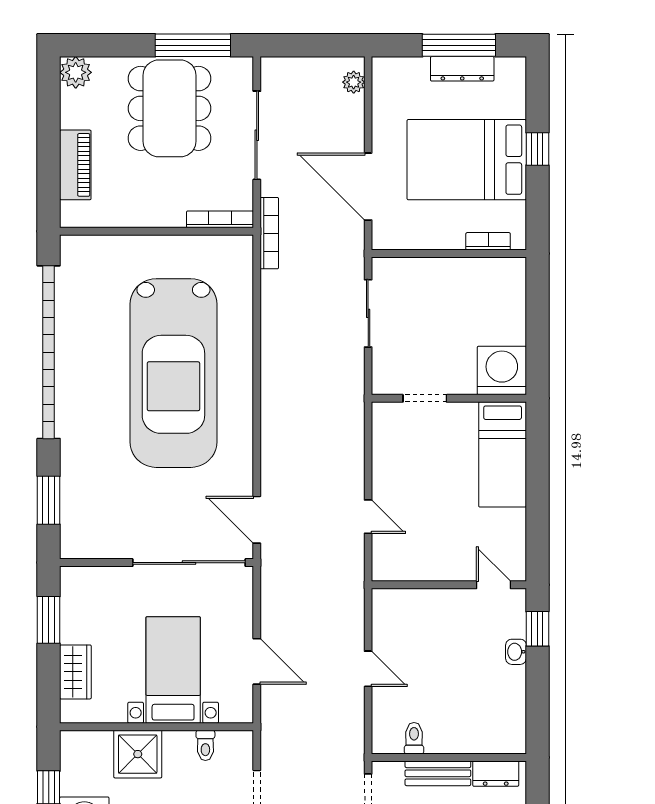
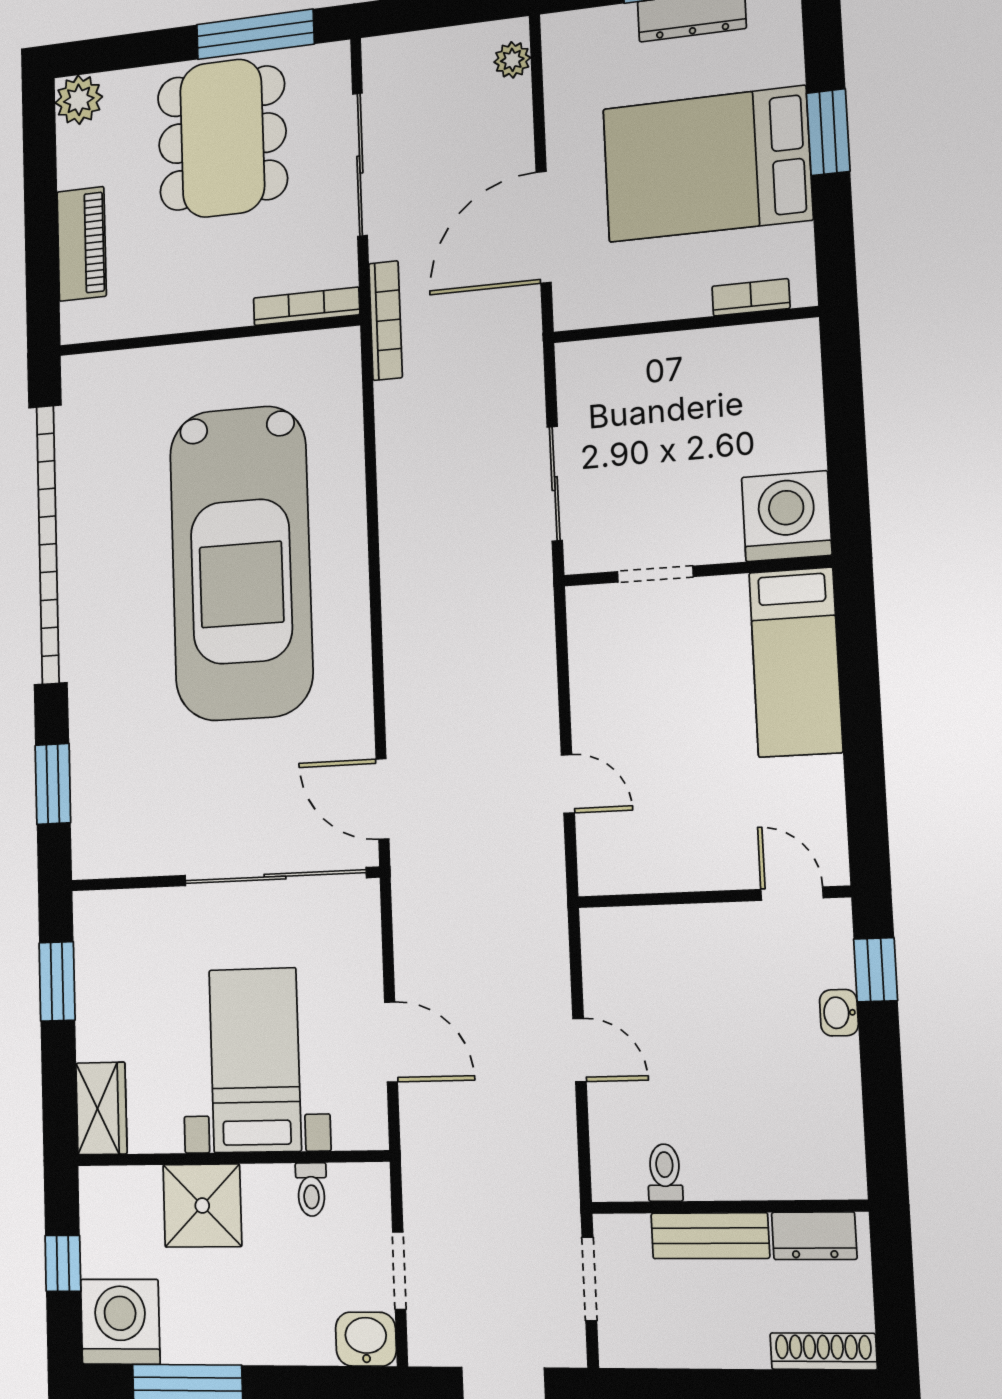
window: (537, 149) -> (828, 132), width x1.50
door: (368, 187) -> (544, 227), hinge flipped
sliding door: (368, 313) -> (555, 484), moved
wardrobe: (75, 672) -> (101, 1108), moved

